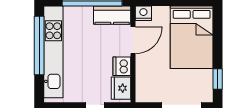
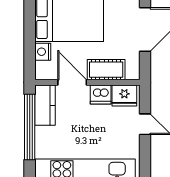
nightstand: (143, 13) -> (43, 52), moved
cot: (145, 71) -> (106, 70), added

